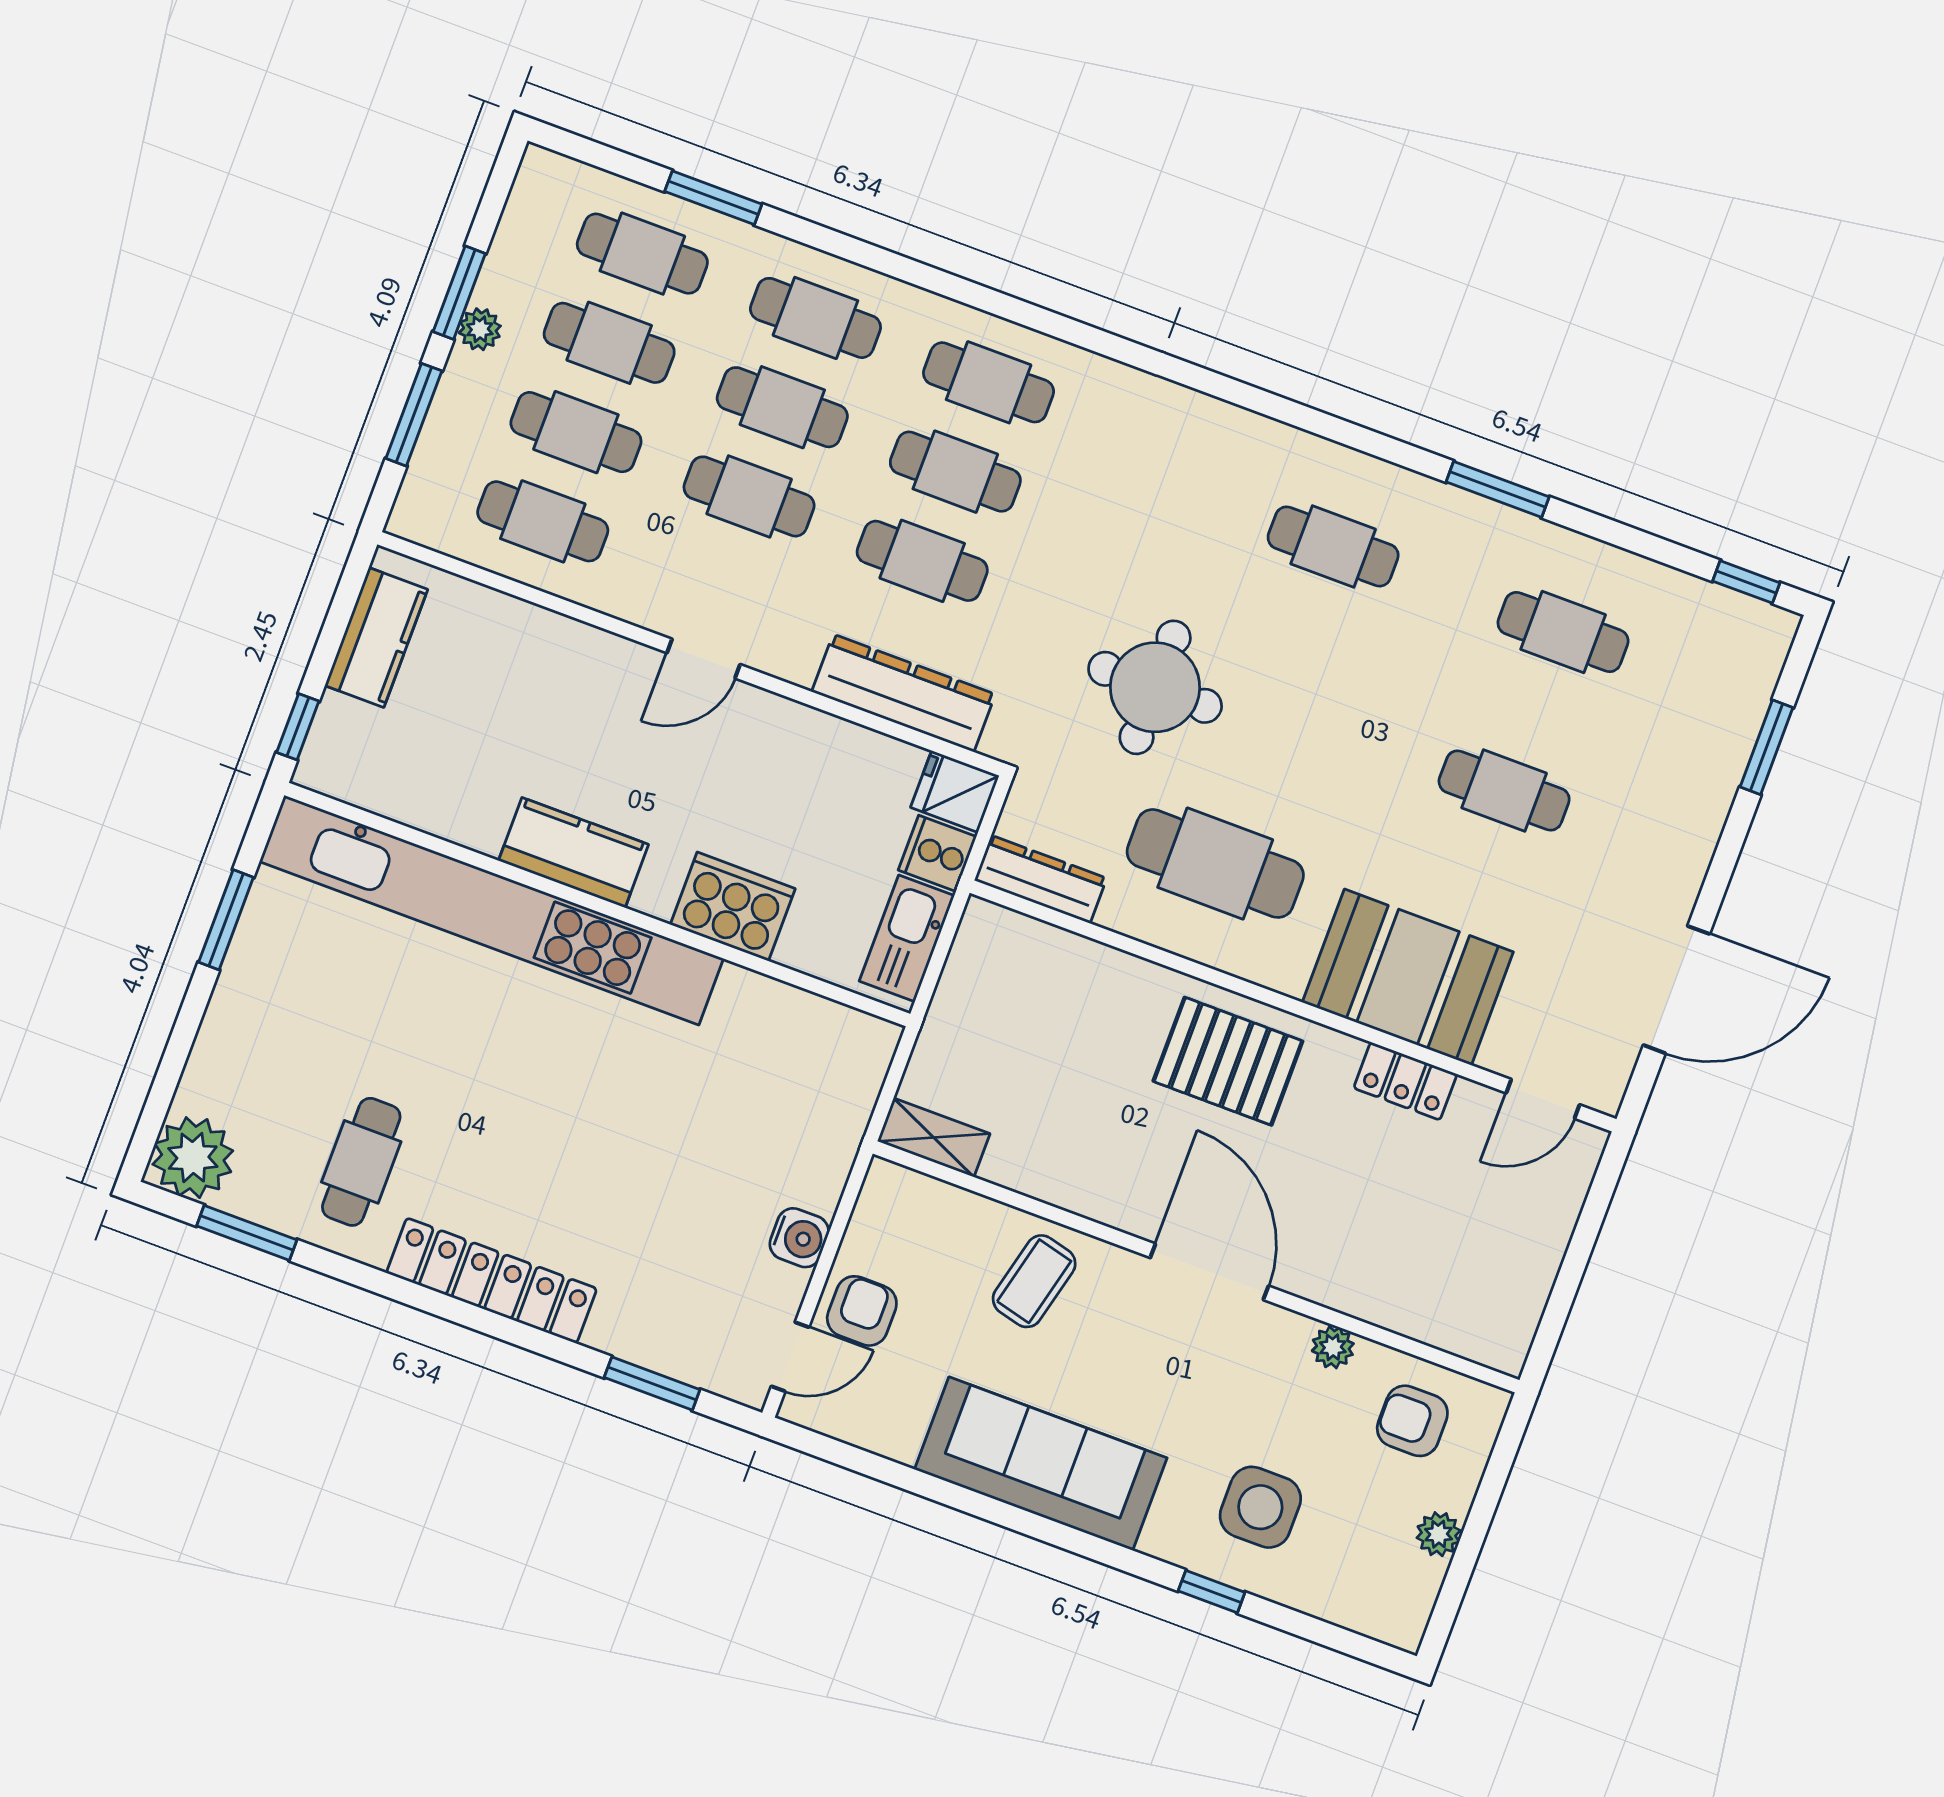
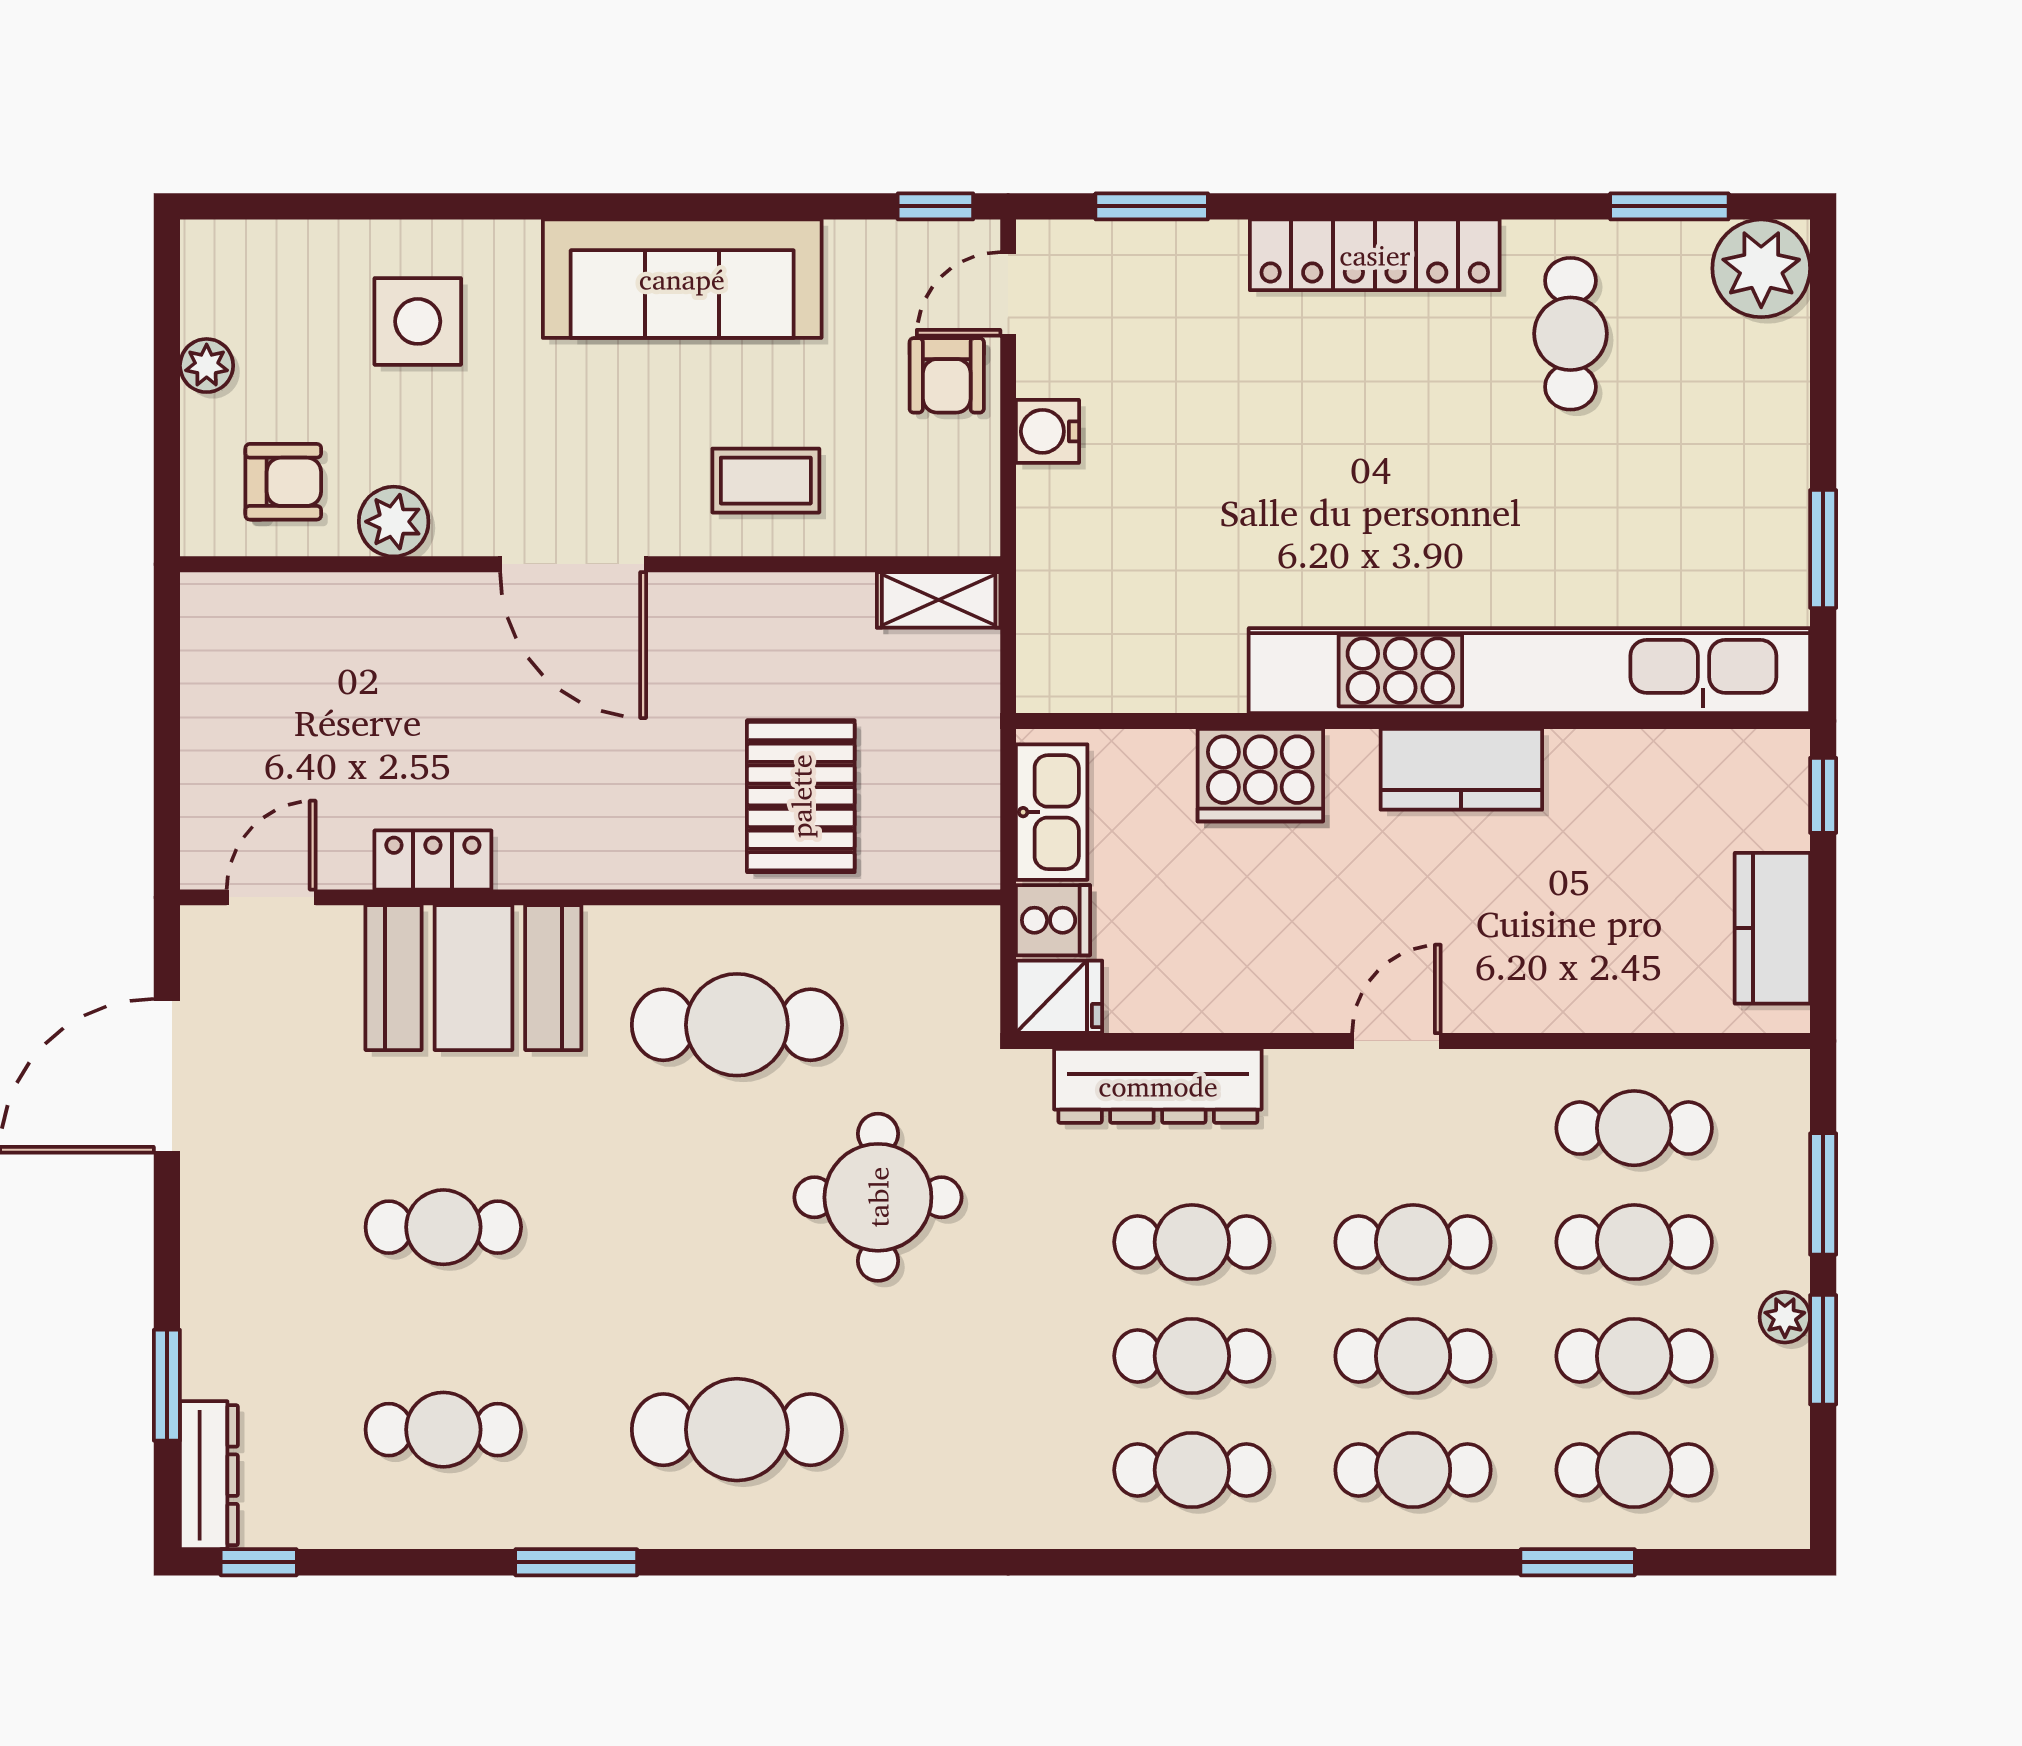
cafe table: (1333, 546) -> (737, 1430), width x1.37, depth x1.35
dresser: (1041, 879) -> (209, 1475), moved, turned -90
pallet: (1228, 1061) -> (801, 796), moved, turned 90
coffee table: (1034, 1281) -> (766, 481), turned 76
plant: (1333, 1347) -> (394, 522), width x1.38, depth x1.38
window: (1212, 1592) -> (935, 206), moved

